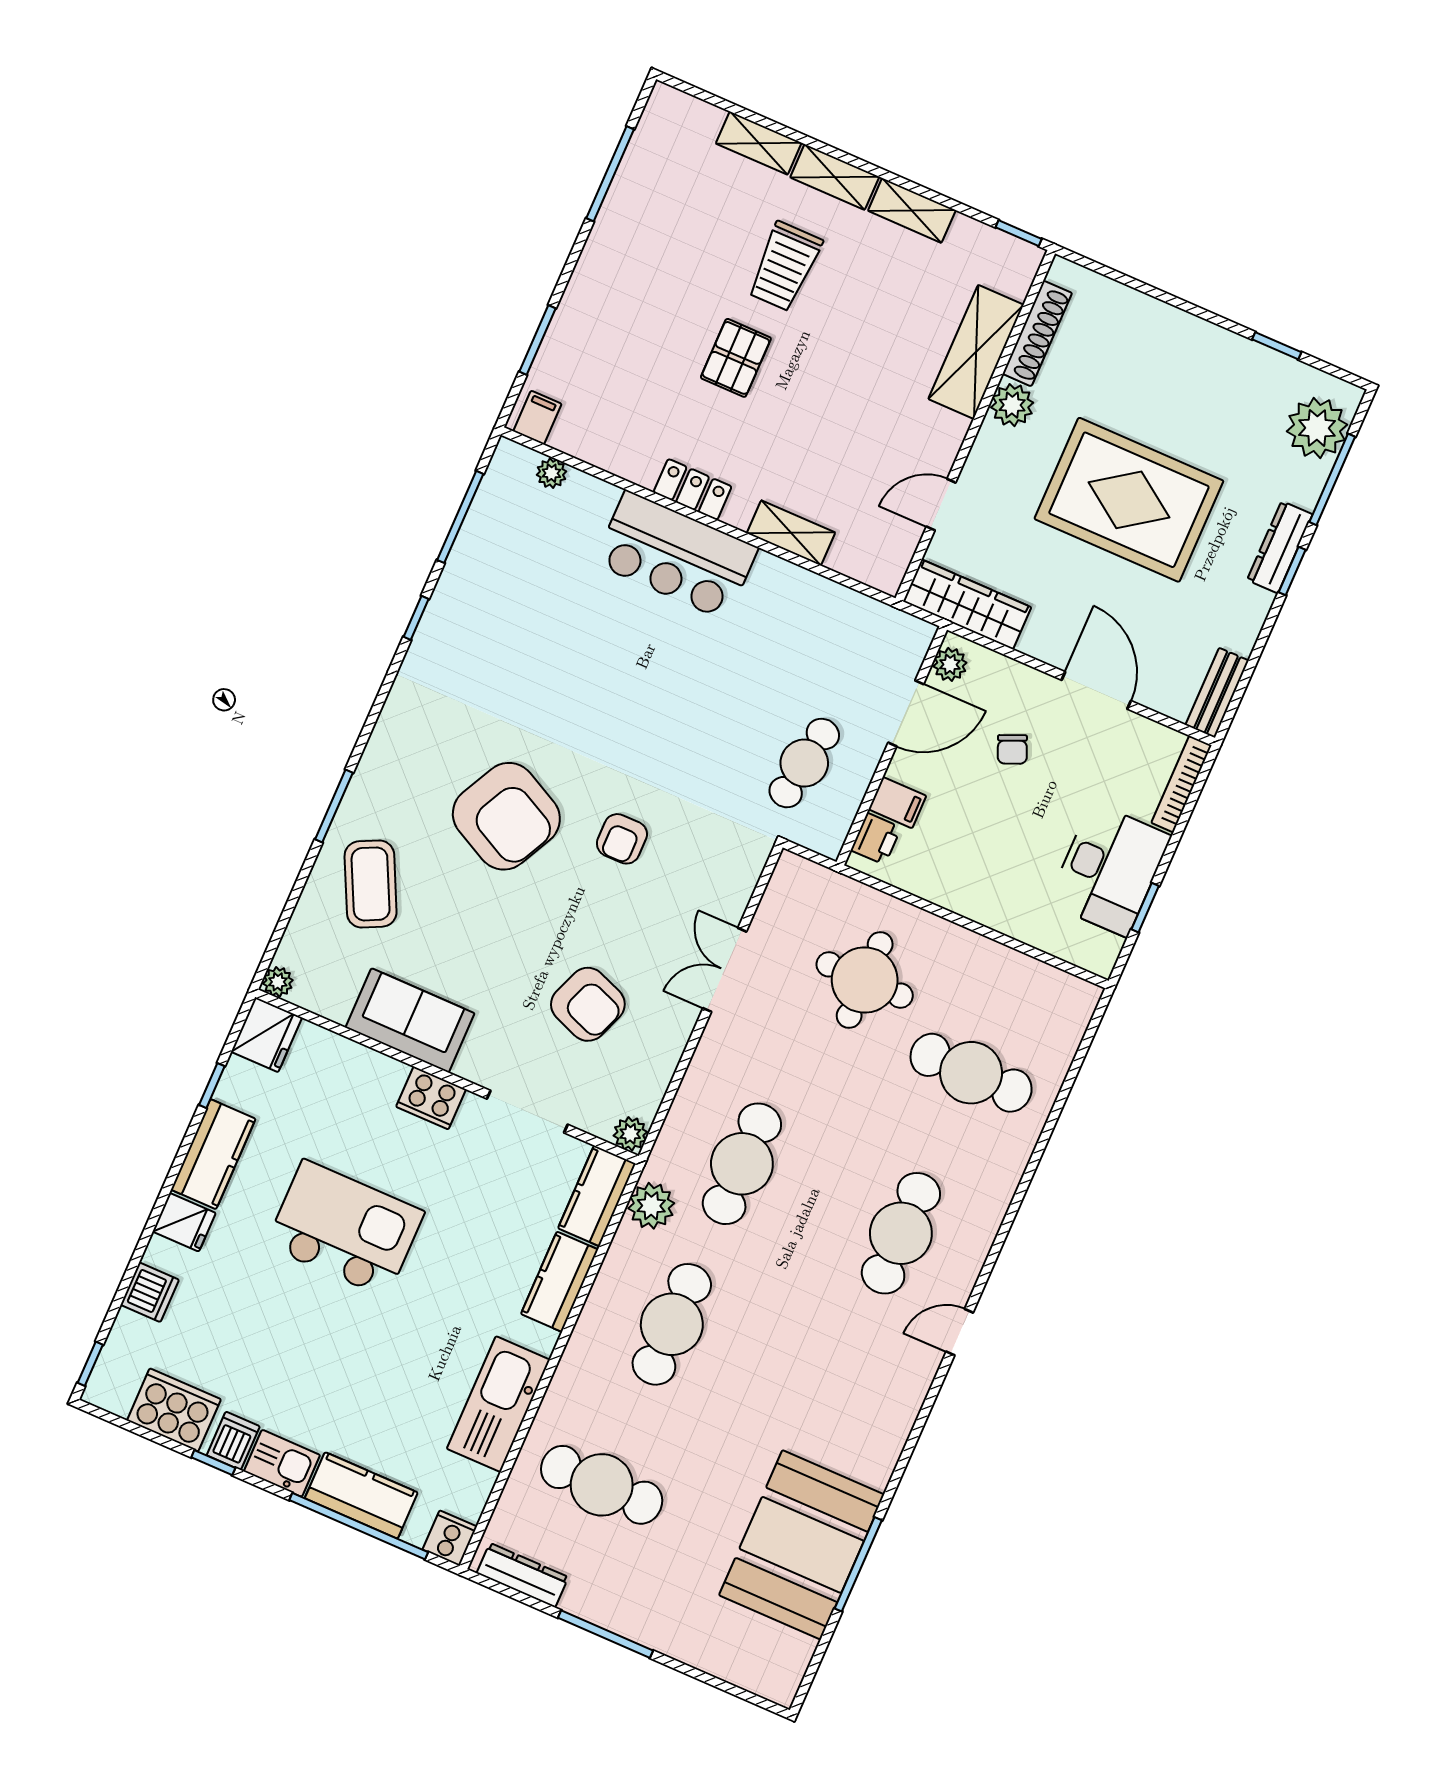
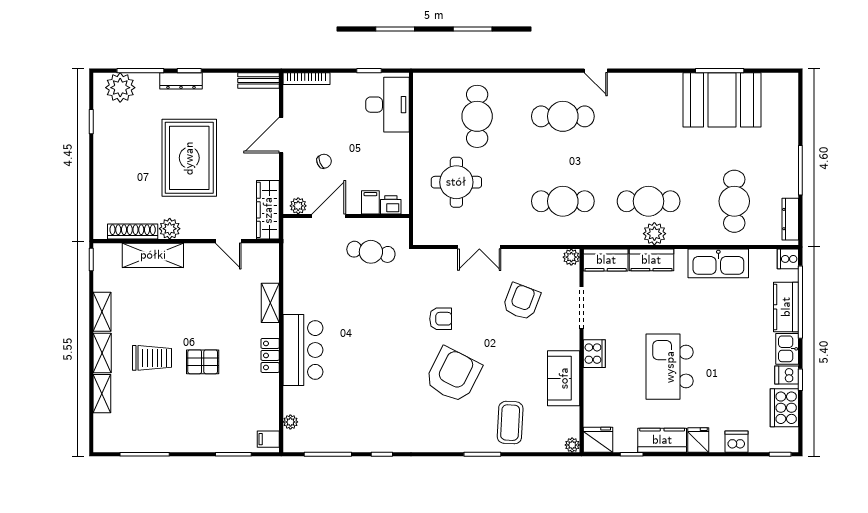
door: (906, 713) -> (329, 216), hinge flipped
desk: (1109, 869) -> (387, 105), moved, turned 90
coffee table: (371, 884) -> (510, 423), turned -61
plant: (651, 1206) -> (654, 234), moved

